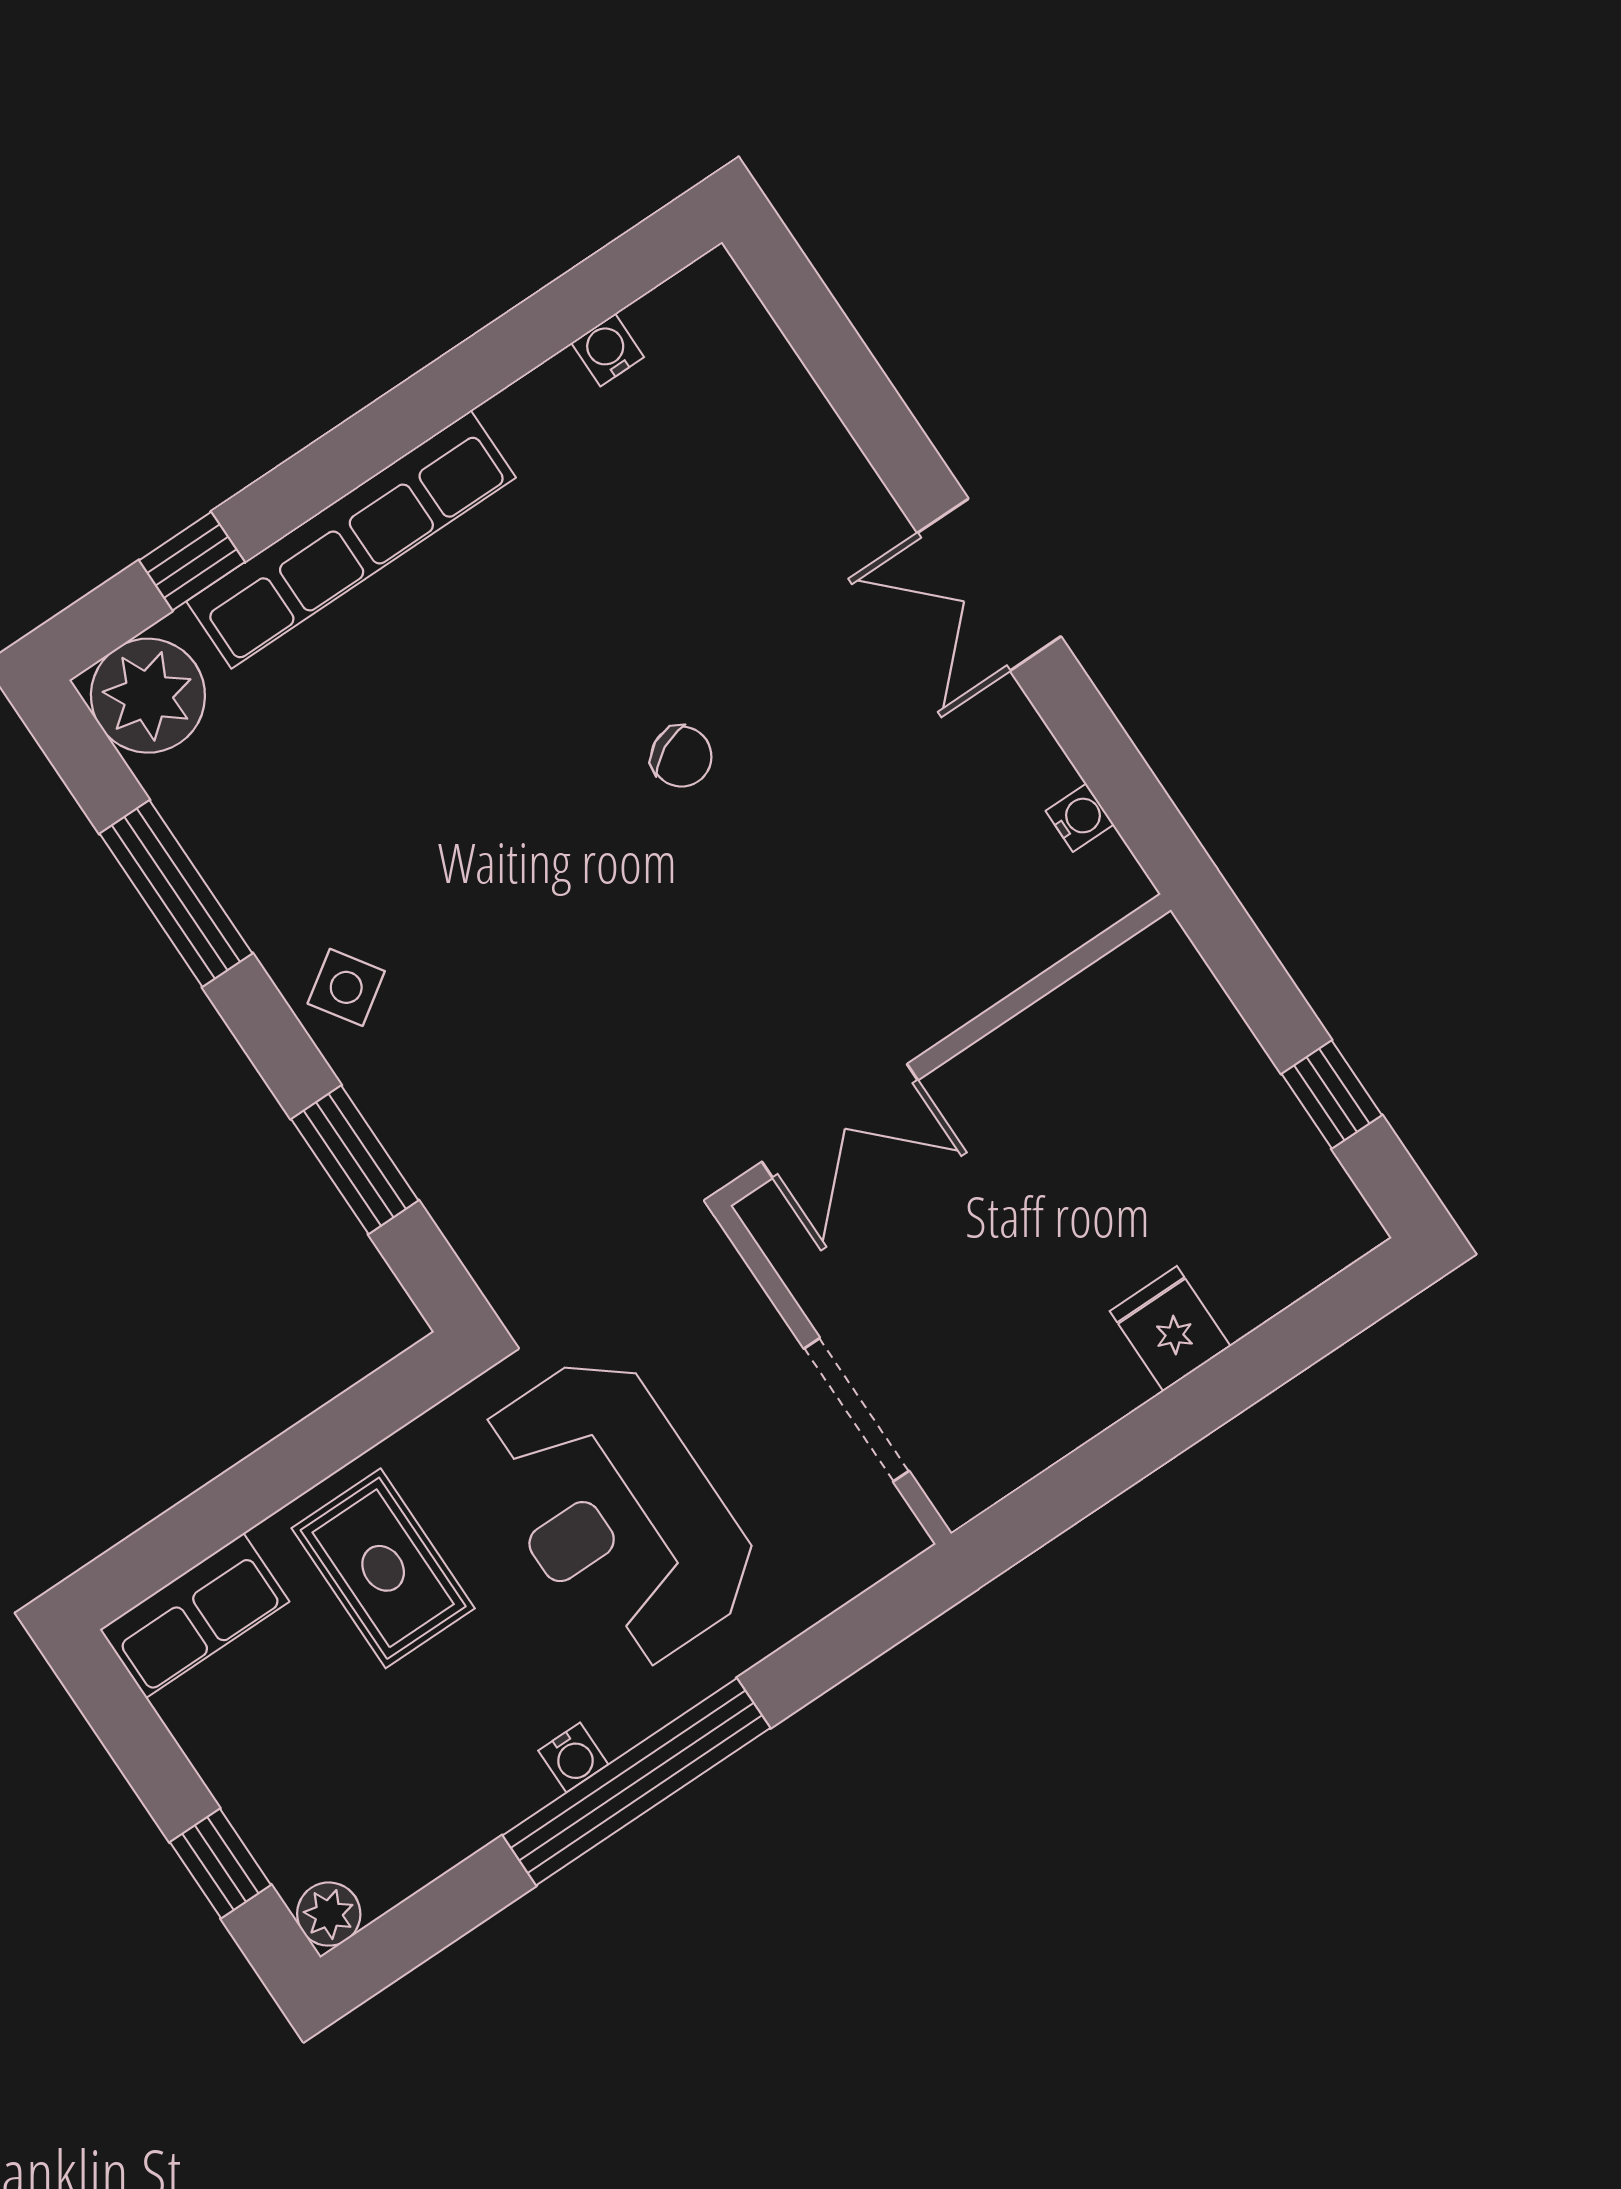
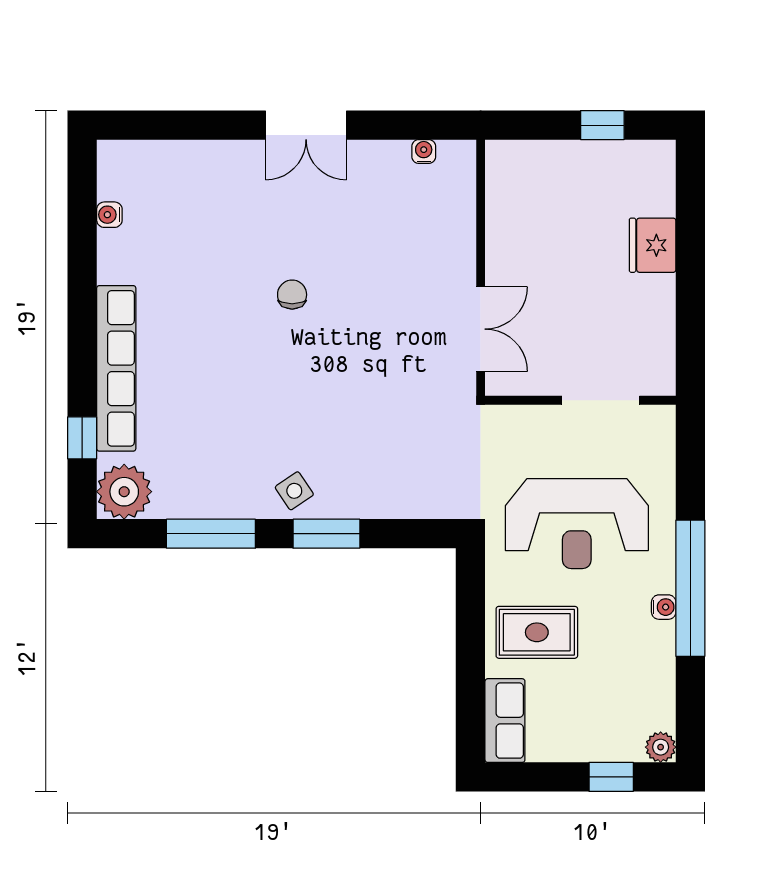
chair: (681, 757) -> (292, 295), turned -63
window: (355, 1160) -> (326, 534), moved
fridge: (1170, 1329) -> (653, 245), width x1.38

